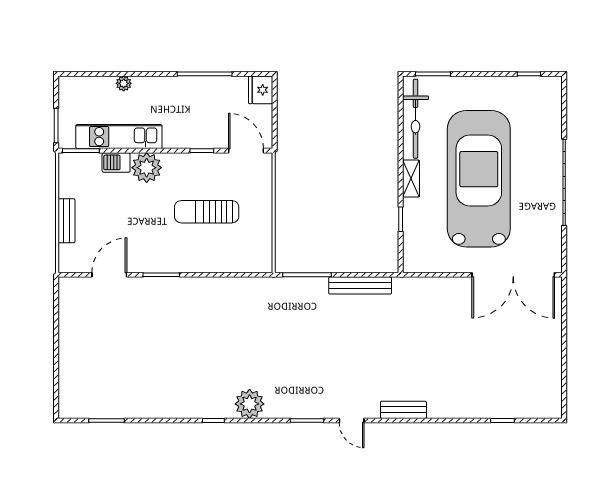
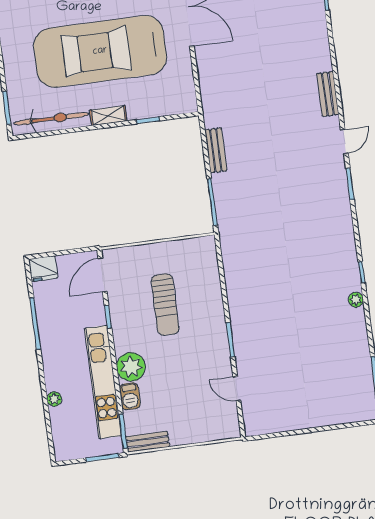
kitchen unit: (119, 137) -> (103, 382), width x1.36
bench: (66, 221) -> (148, 442), moved
door: (109, 275) -> (237, 389), width x0.73
bench: (360, 285) -> (216, 150), width x0.73
plant: (250, 404) -> (356, 300), moved, width x0.53, depth x0.53

